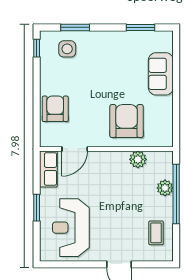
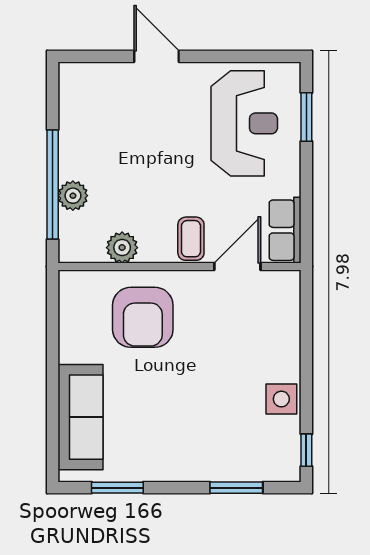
side table: (67, 49) -> (281, 399), moved
sofa: (161, 74) -> (80, 417), width x1.36
armchair: (55, 109) -> (273, 340), removed
window: (37, 208) -> (306, 117), moved
coffee table: (156, 233) -> (191, 239), moved

